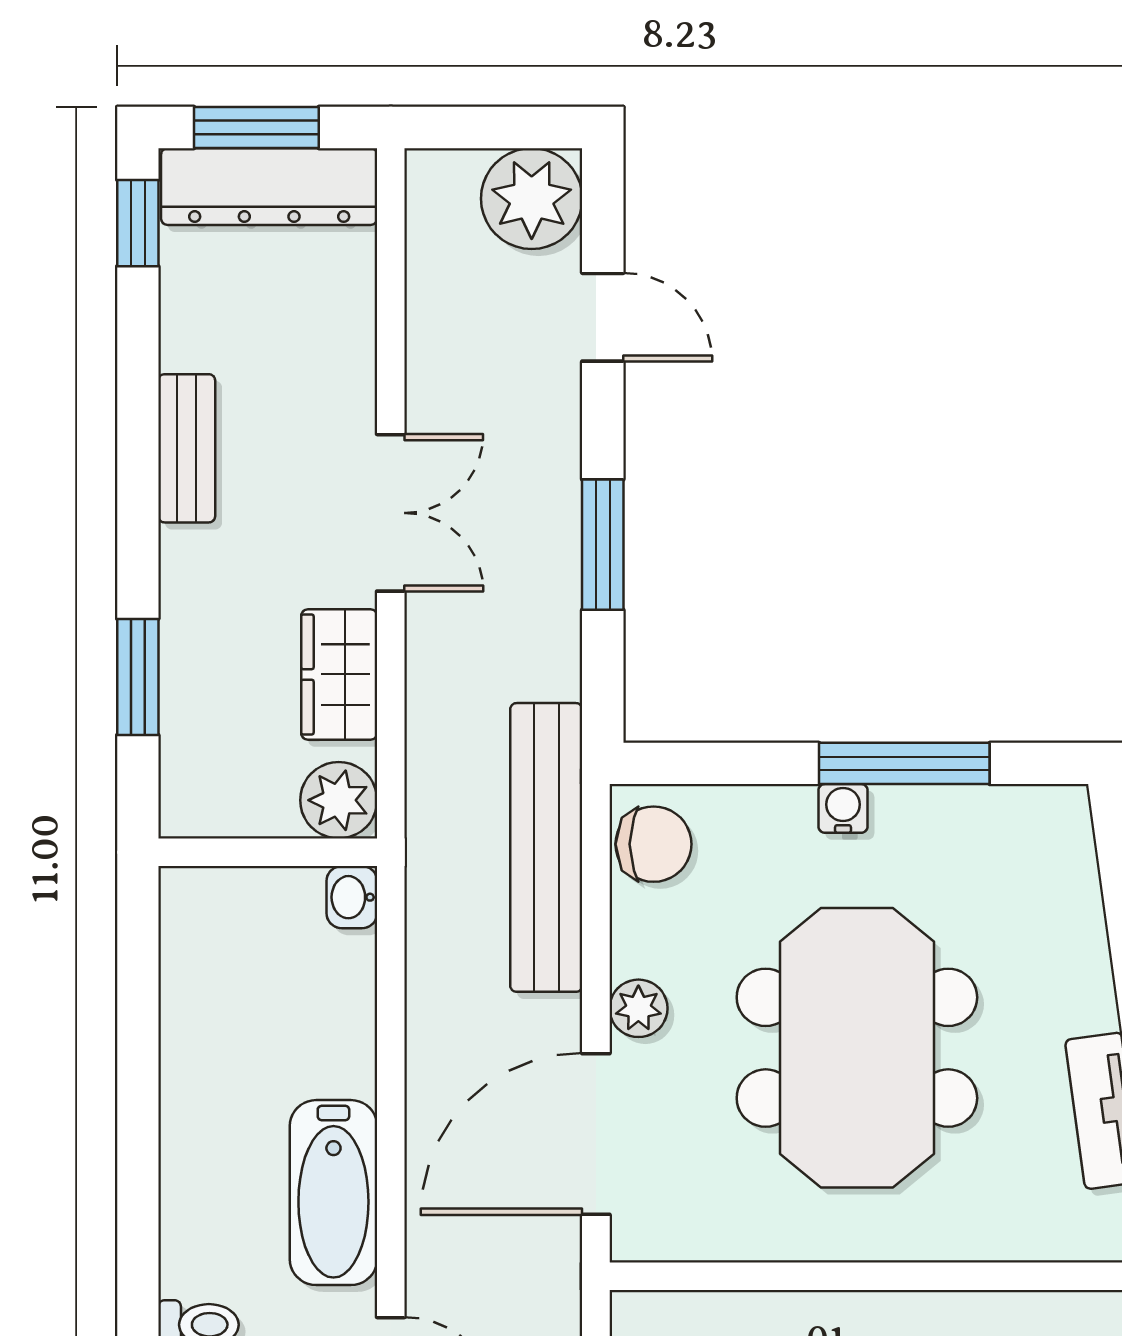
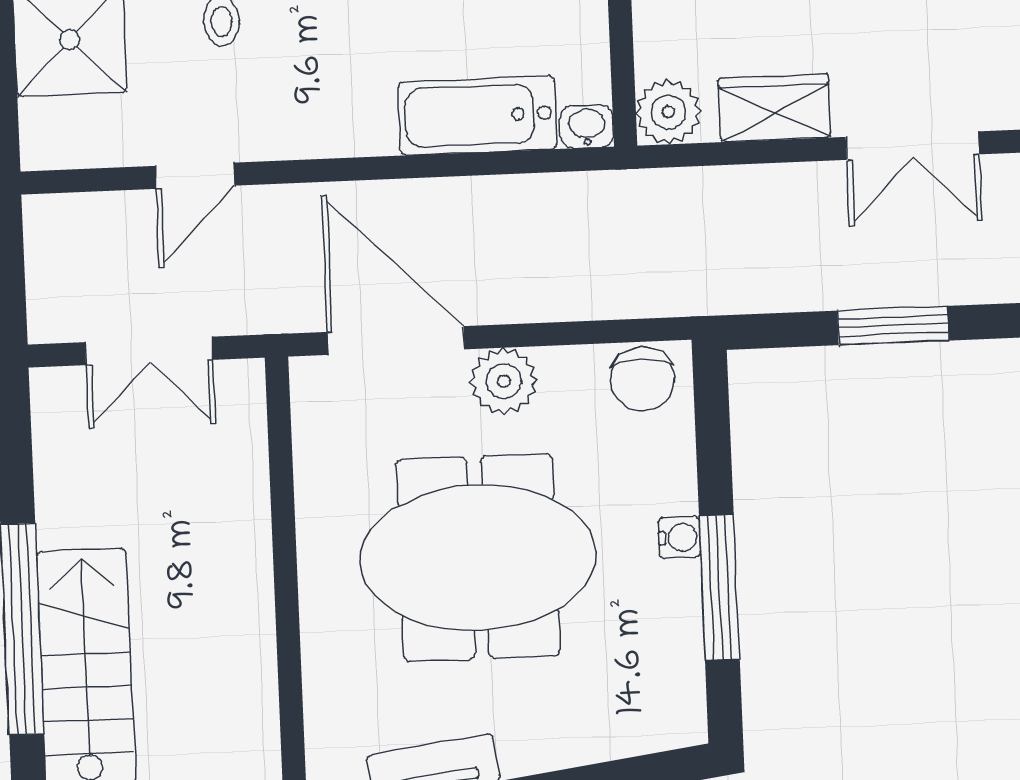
bench: (546, 847) -> (636, 289), removed
plant: (638, 1008) -> (504, 381), width x1.38, depth x1.38
bathtub: (333, 1193) -> (477, 115), moved

